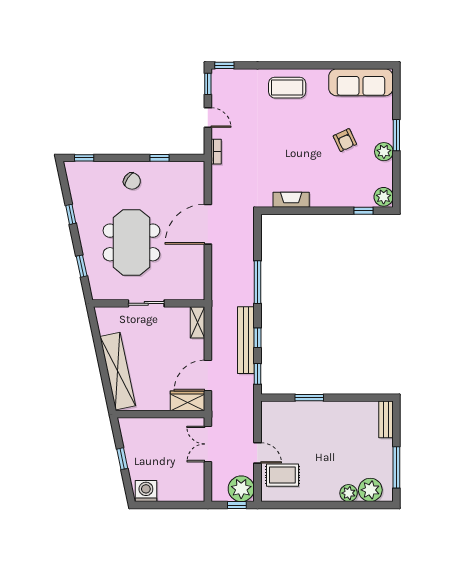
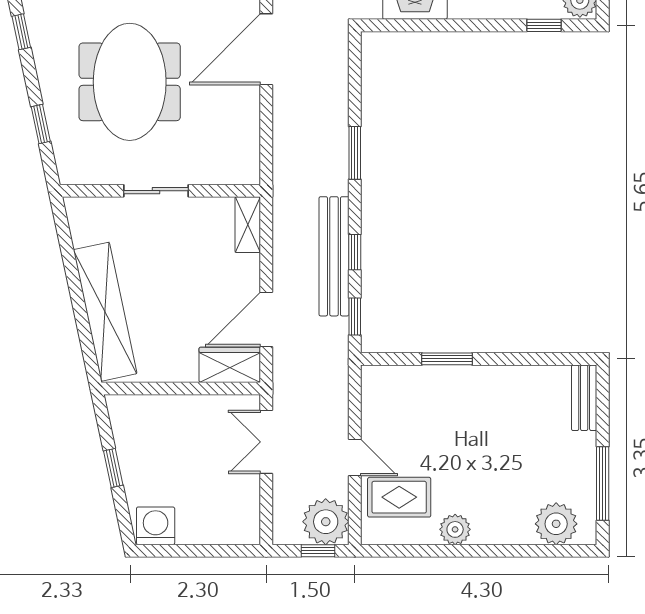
window: (257, 282) -> (355, 153), width x0.69
plant: (349, 493) -> (455, 529), moved

